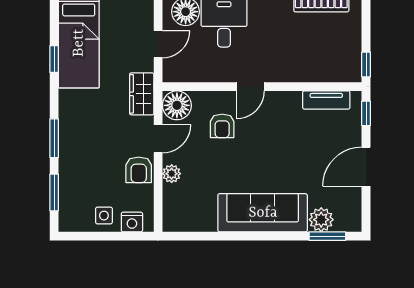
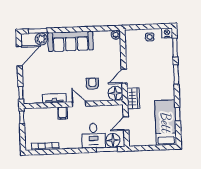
filing cabinet: (284, 70) -> (63, 113), added
door: (250, 87) -> (79, 104), hinge flipped
tv unit: (326, 100) -> (54, 98), moved
door: (366, 167) -> (19, 56), moved
armchair: (139, 170) -> (133, 60), removed
plant: (172, 174) -> (116, 35), moved
nightstand: (132, 222) -> (167, 33), moved

